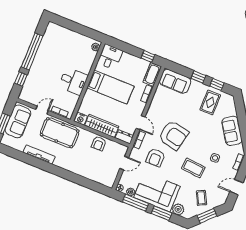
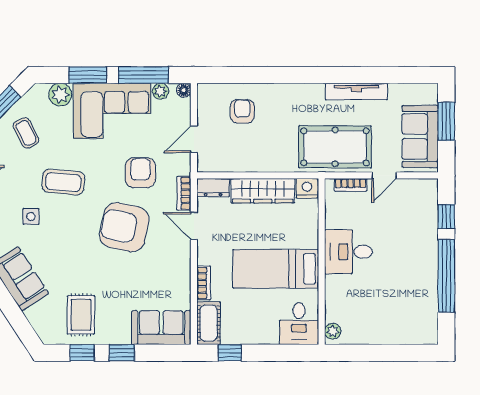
armchair: (99, 144) -> (242, 111), moved

